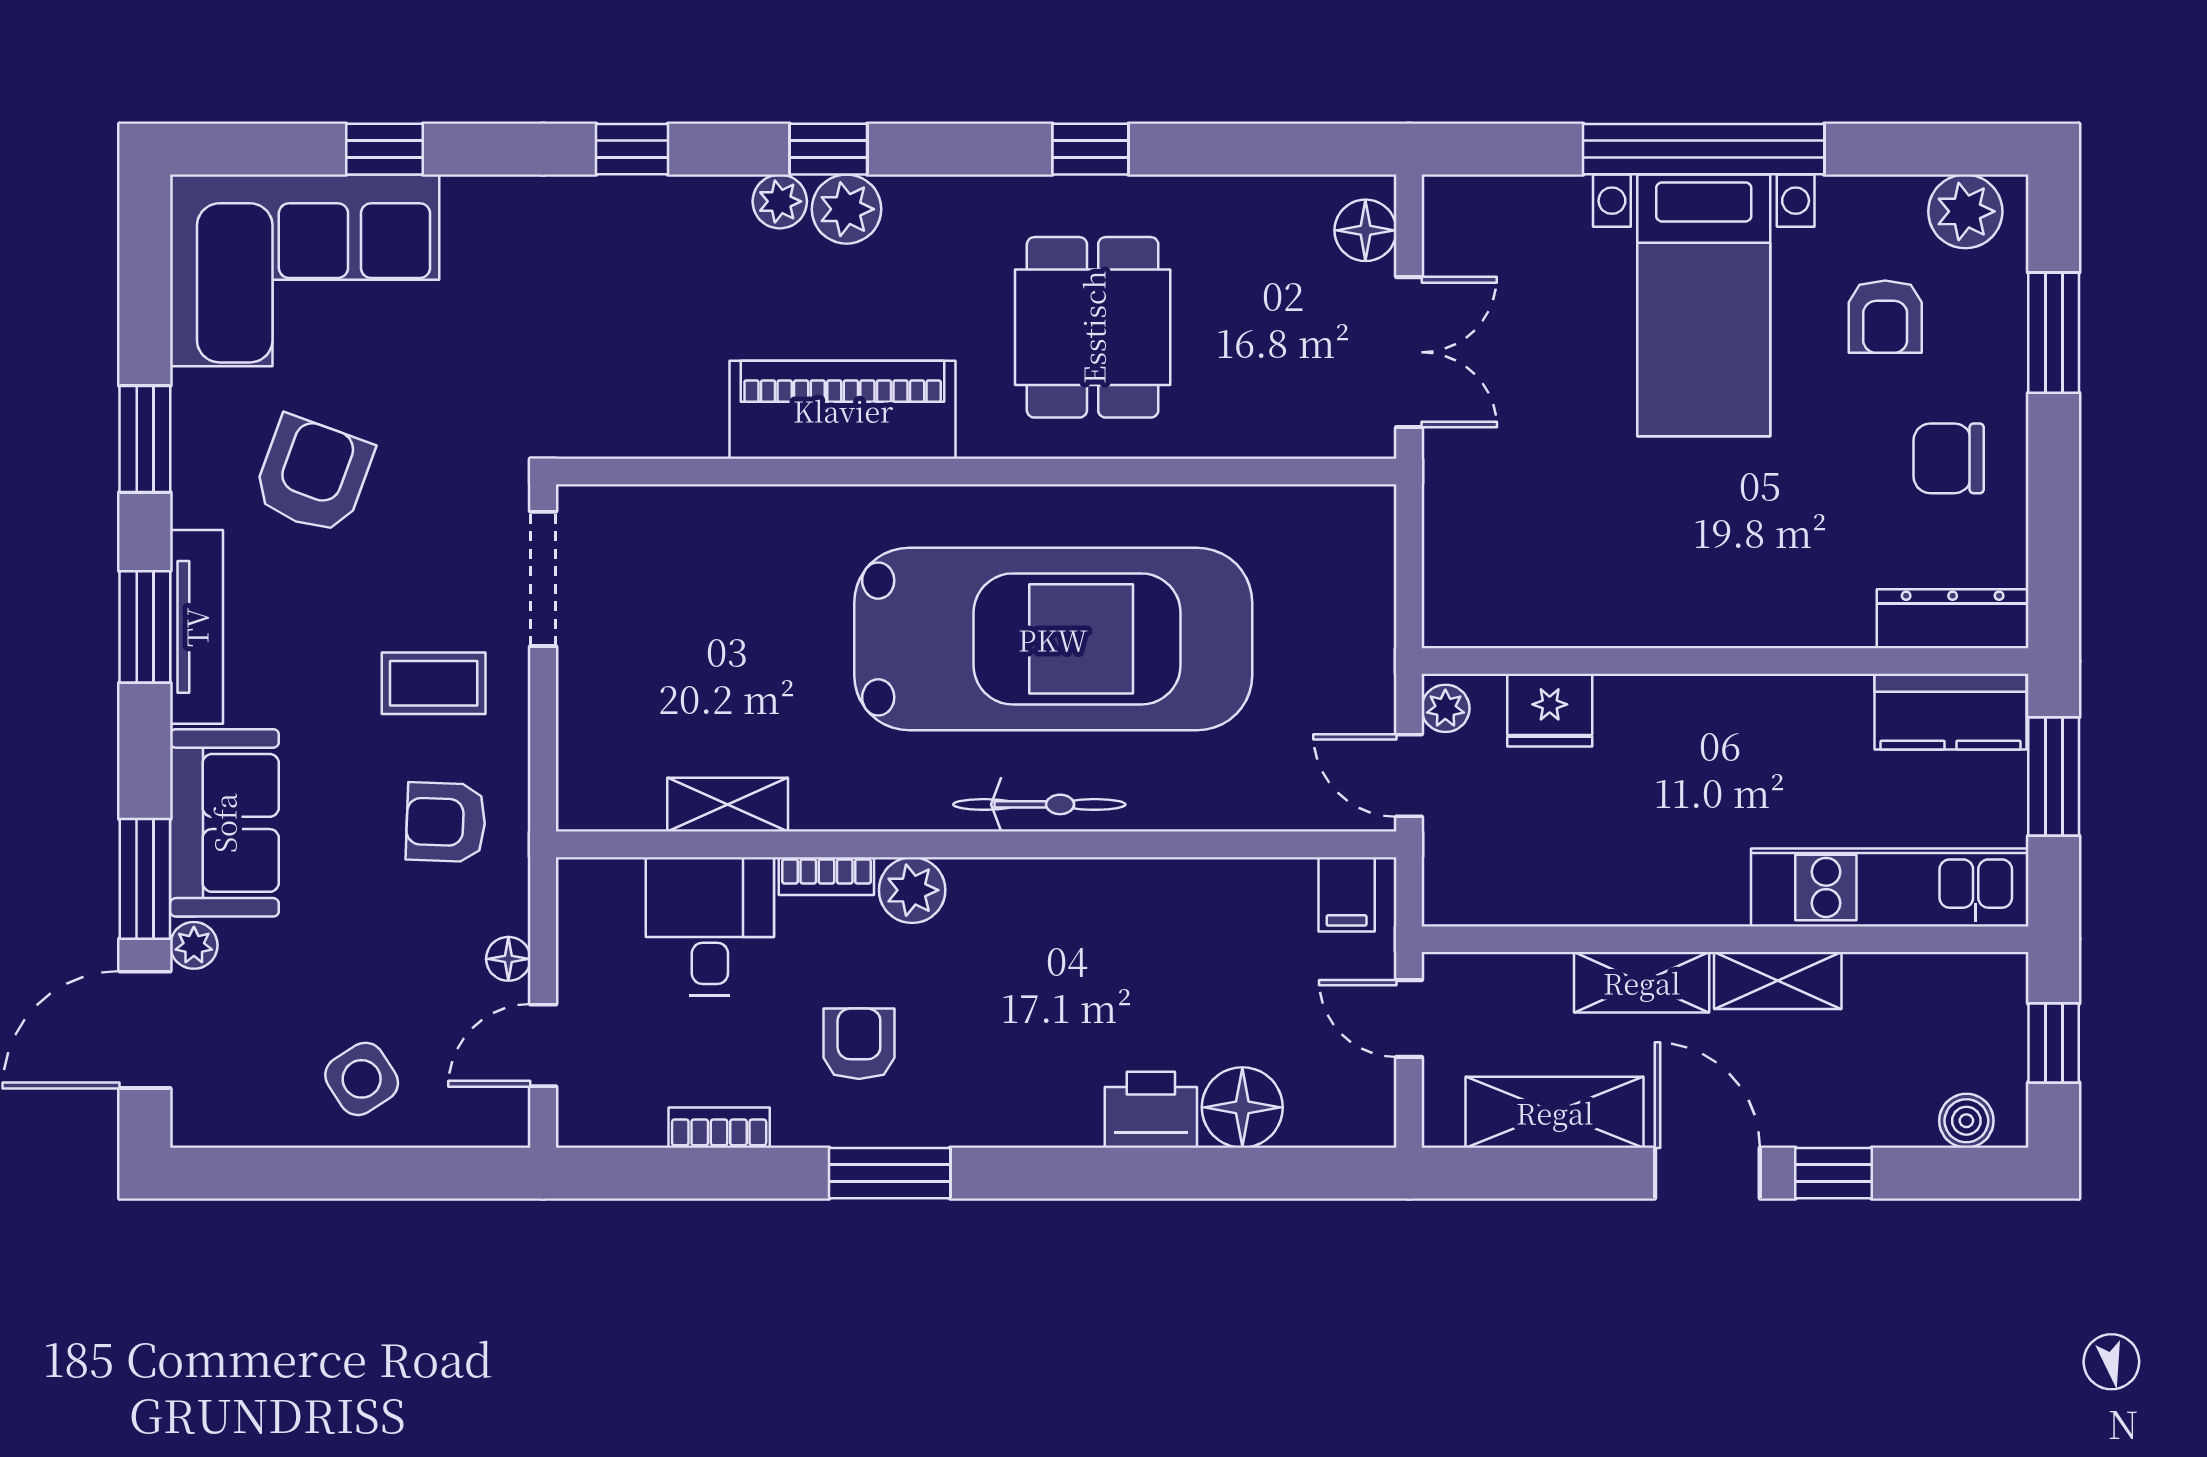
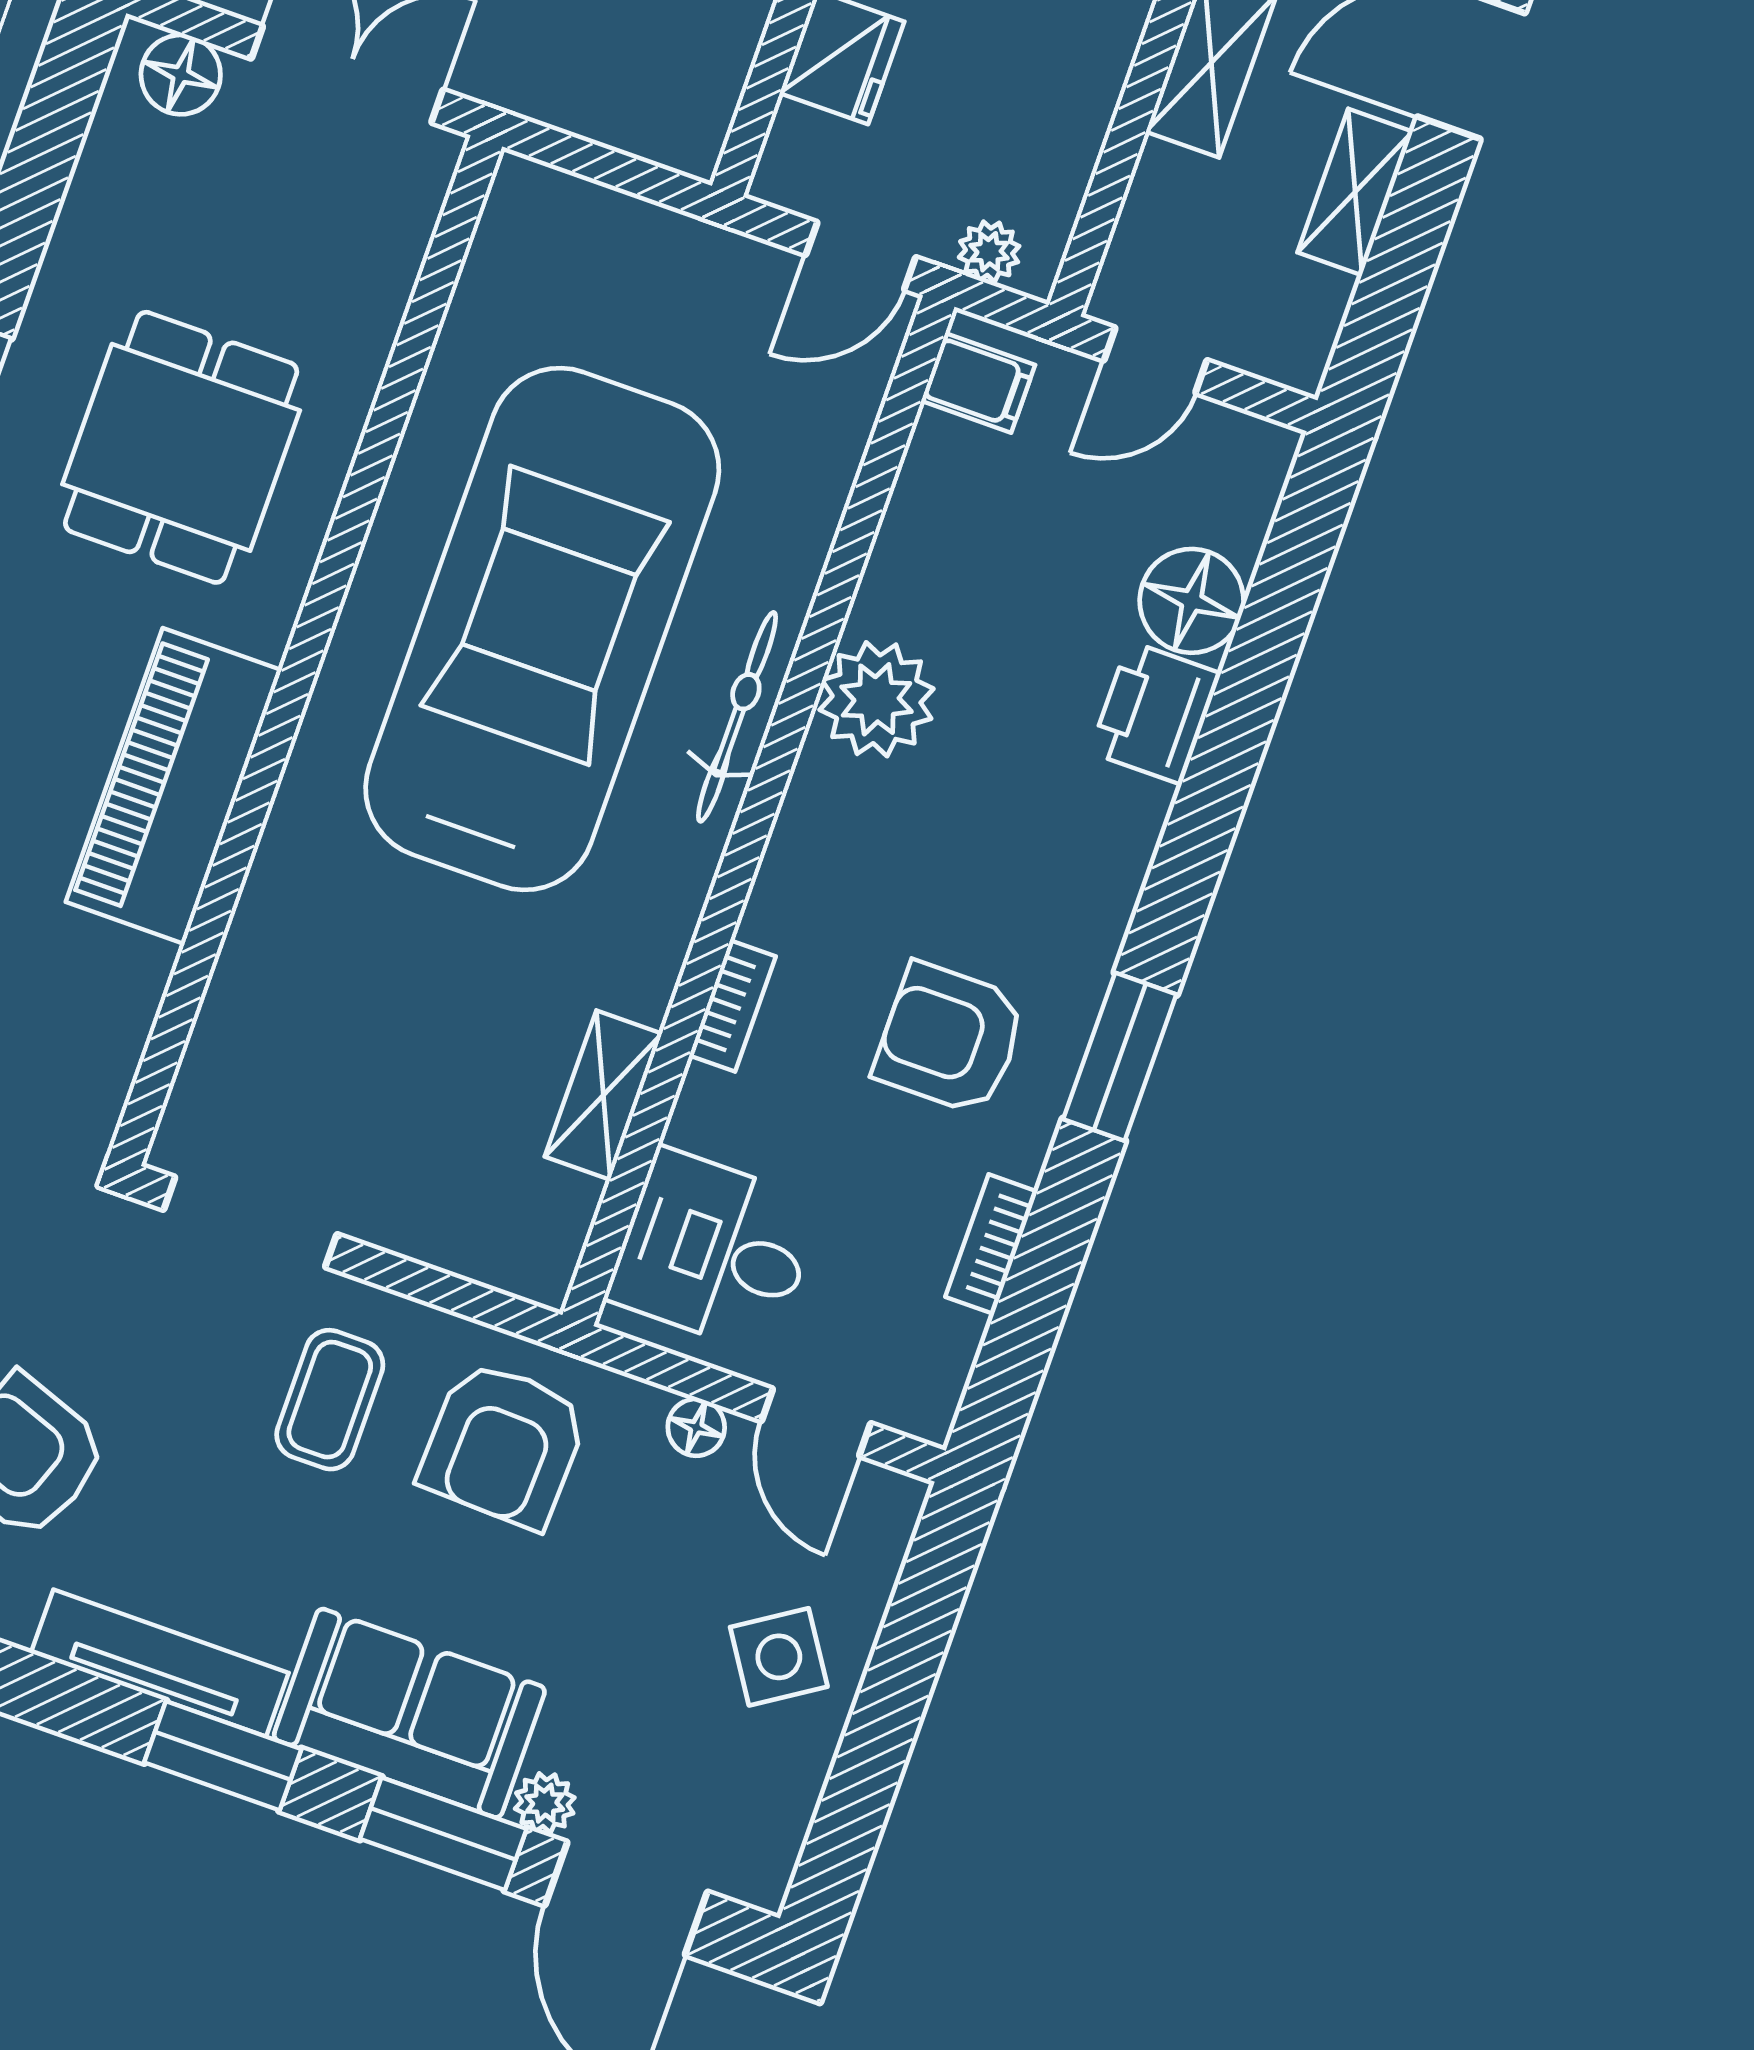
dining table: (1093, 327) -> (181, 447), turned 90
window: (145, 627) -> (223, 1756), moved
plant: (1445, 708) -> (989, 252), moved
armchair: (446, 822) -> (504, 1444), width x1.38, depth x1.38
plant: (912, 890) -> (877, 699), moved, width x1.36, depth x1.36
desk: (710, 926) -> (714, 1251), moved
armchair: (859, 1044) -> (950, 1039), width x1.38, depth x1.38
shelving: (1555, 1112) -> (1355, 192), width x0.67, depth x0.75

